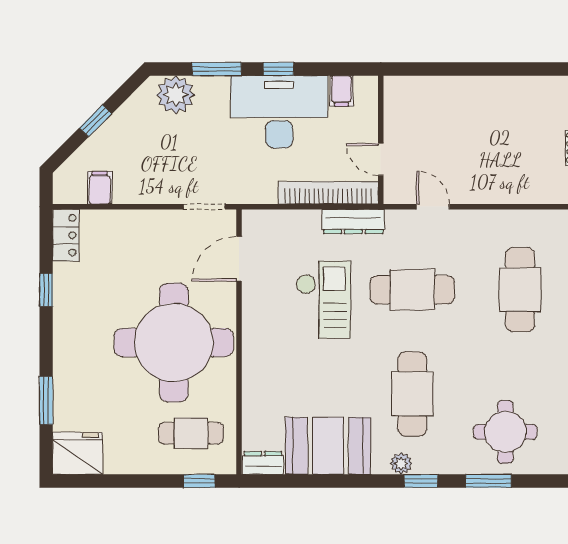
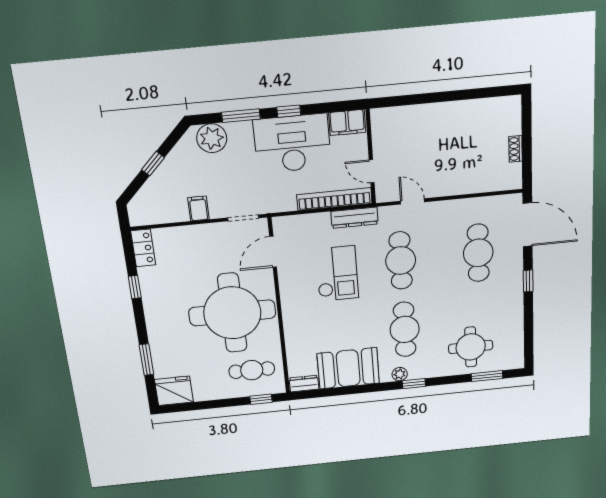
filing cabinet: (341, 91) -> (347, 122), width x2.00
filing cabinet: (100, 188) -> (198, 208), moved
cafe table: (412, 290) -> (401, 261), turned 90
window: (489, 481) -> (487, 376), moved

